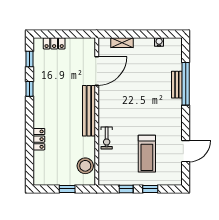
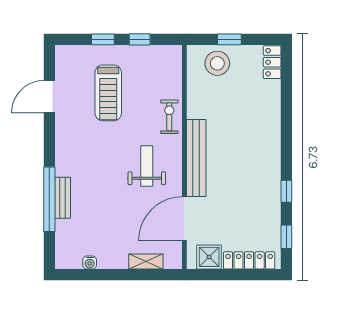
locker: (54, 43) -> (249, 260), width x1.53
shower: (80, 46) -> (209, 257), added
weight bench: (121, 106) -> (147, 166), added
locker: (39, 139) -> (272, 62), moved
treadmill: (147, 154) -> (108, 93), turned 180
stool: (85, 166) -> (217, 63), moved

